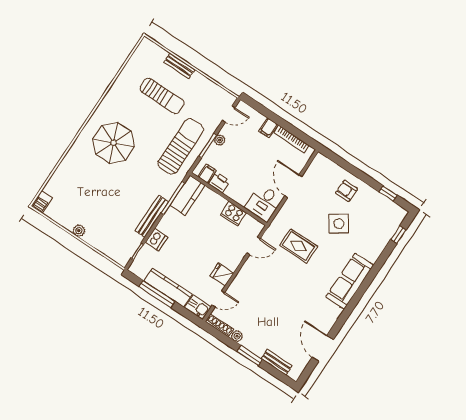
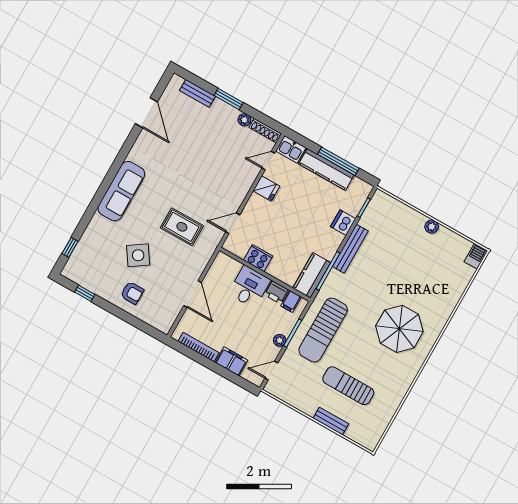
filing cabinet: (268, 128) -> (231, 361), width x2.00
desk: (264, 203) -> (249, 287), moved

